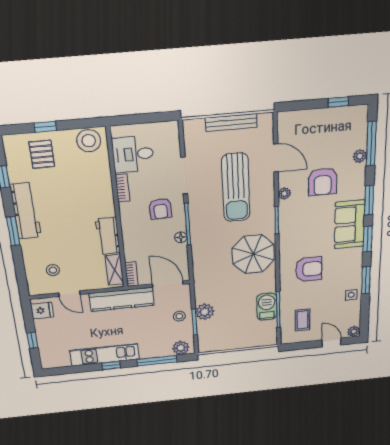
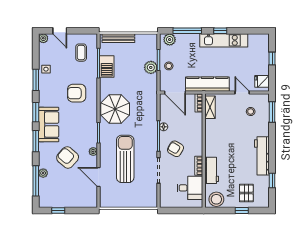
bench: (231, 122) -> (118, 38), moved
armchair: (323, 182) -> (68, 157), turned -49
armchair: (160, 209) -> (175, 149), turned -57
window: (13, 231) -> (272, 112), moved
workbench: (108, 236) -> (212, 170), moved

